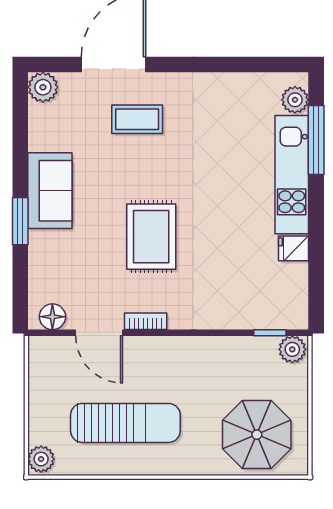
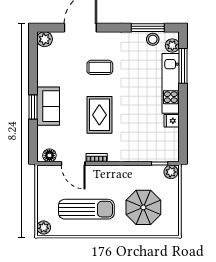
window: (246, 64) -> (148, 28), added
stool: (256, 88) -> (153, 39), added
coffee table: (137, 119) -> (100, 67), moved
sofa: (50, 191) -> (48, 106), moved
parasol: (257, 435) -> (143, 207), moved

